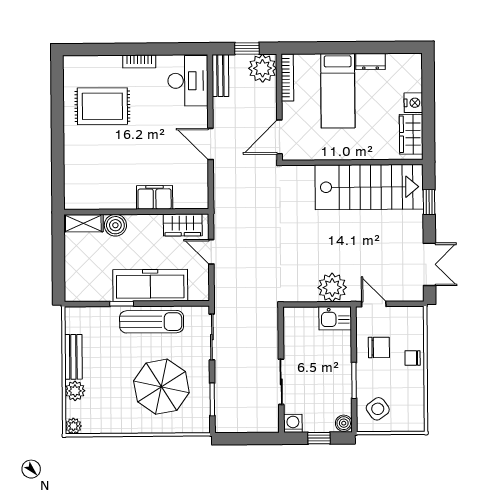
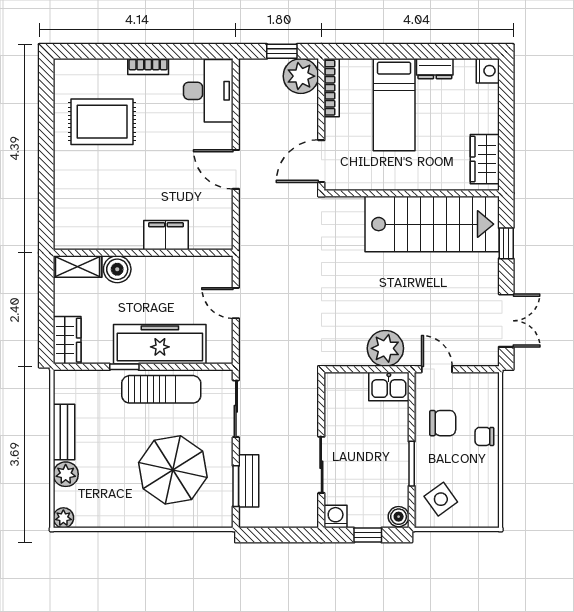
bench: (220, 76) -> (249, 481), moved
nightstand: (413, 103) -> (488, 71), moved
wardrobe: (183, 225) -> (67, 340), moved, turned -90

